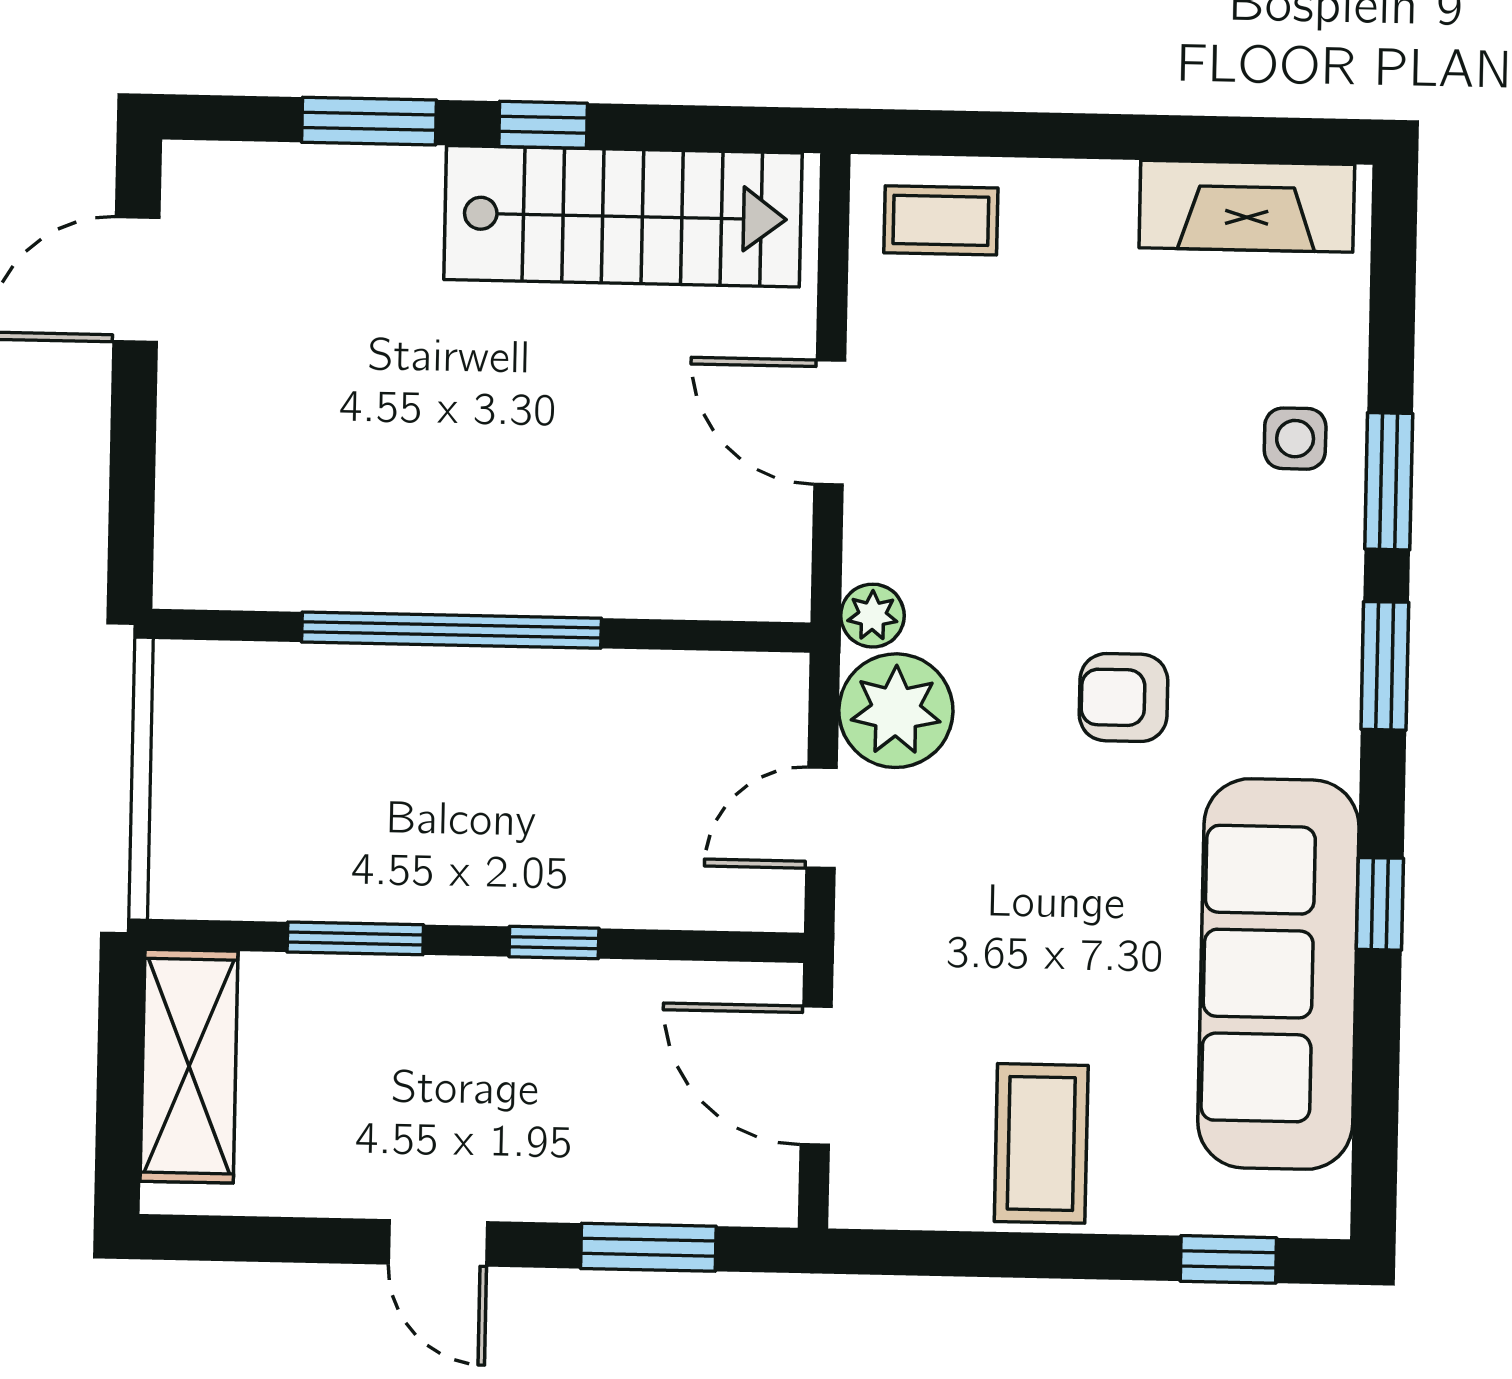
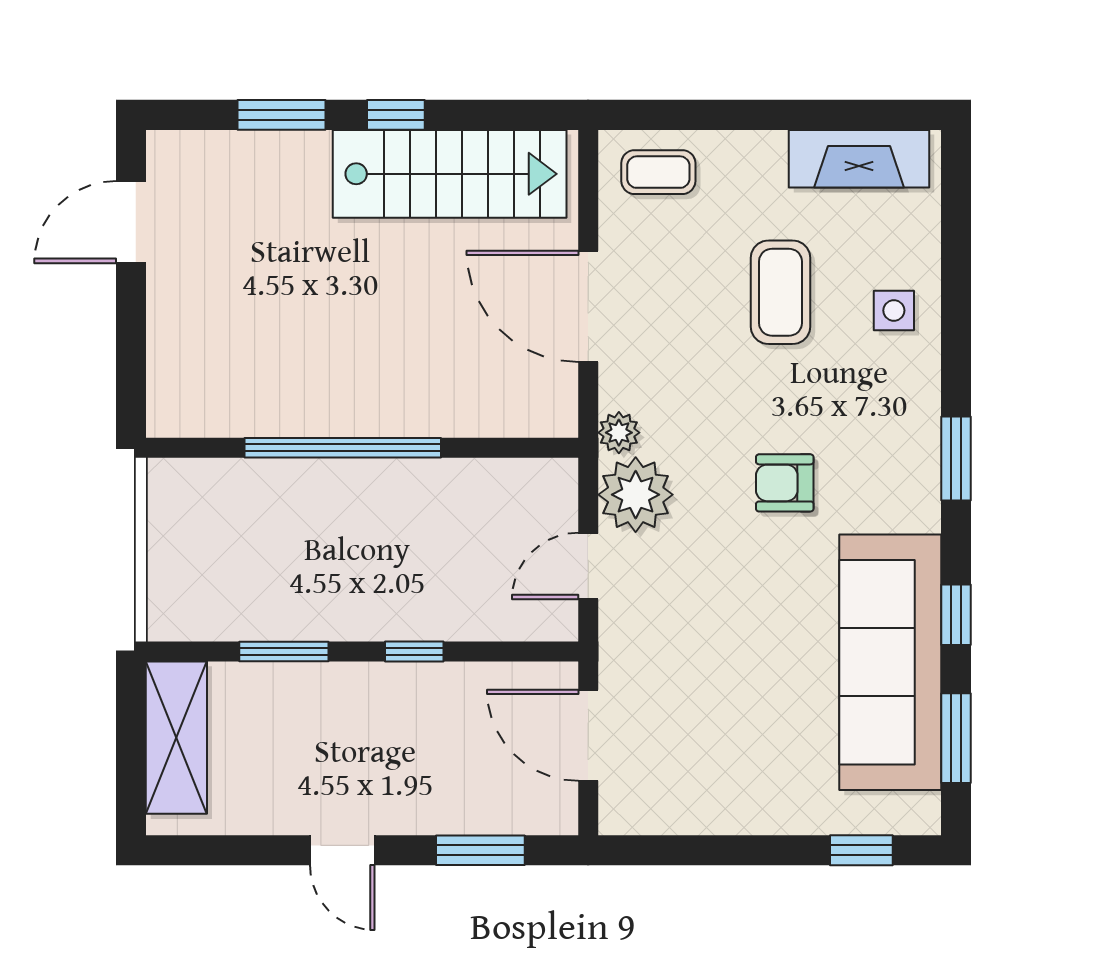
door: (830, 422) -> (588, 306), width x1.36
window: (1389, 481) -> (956, 738), moved
coffee table: (1041, 1143) -> (780, 292), moved

